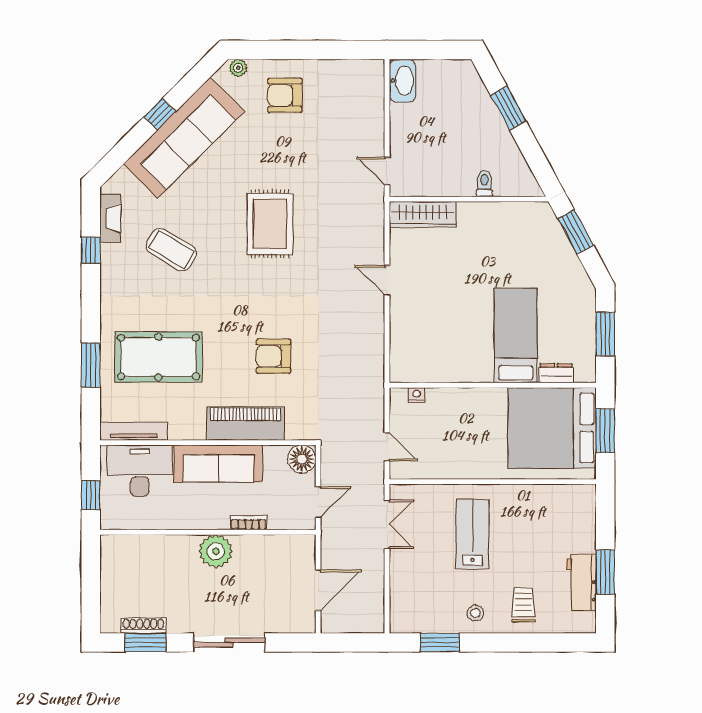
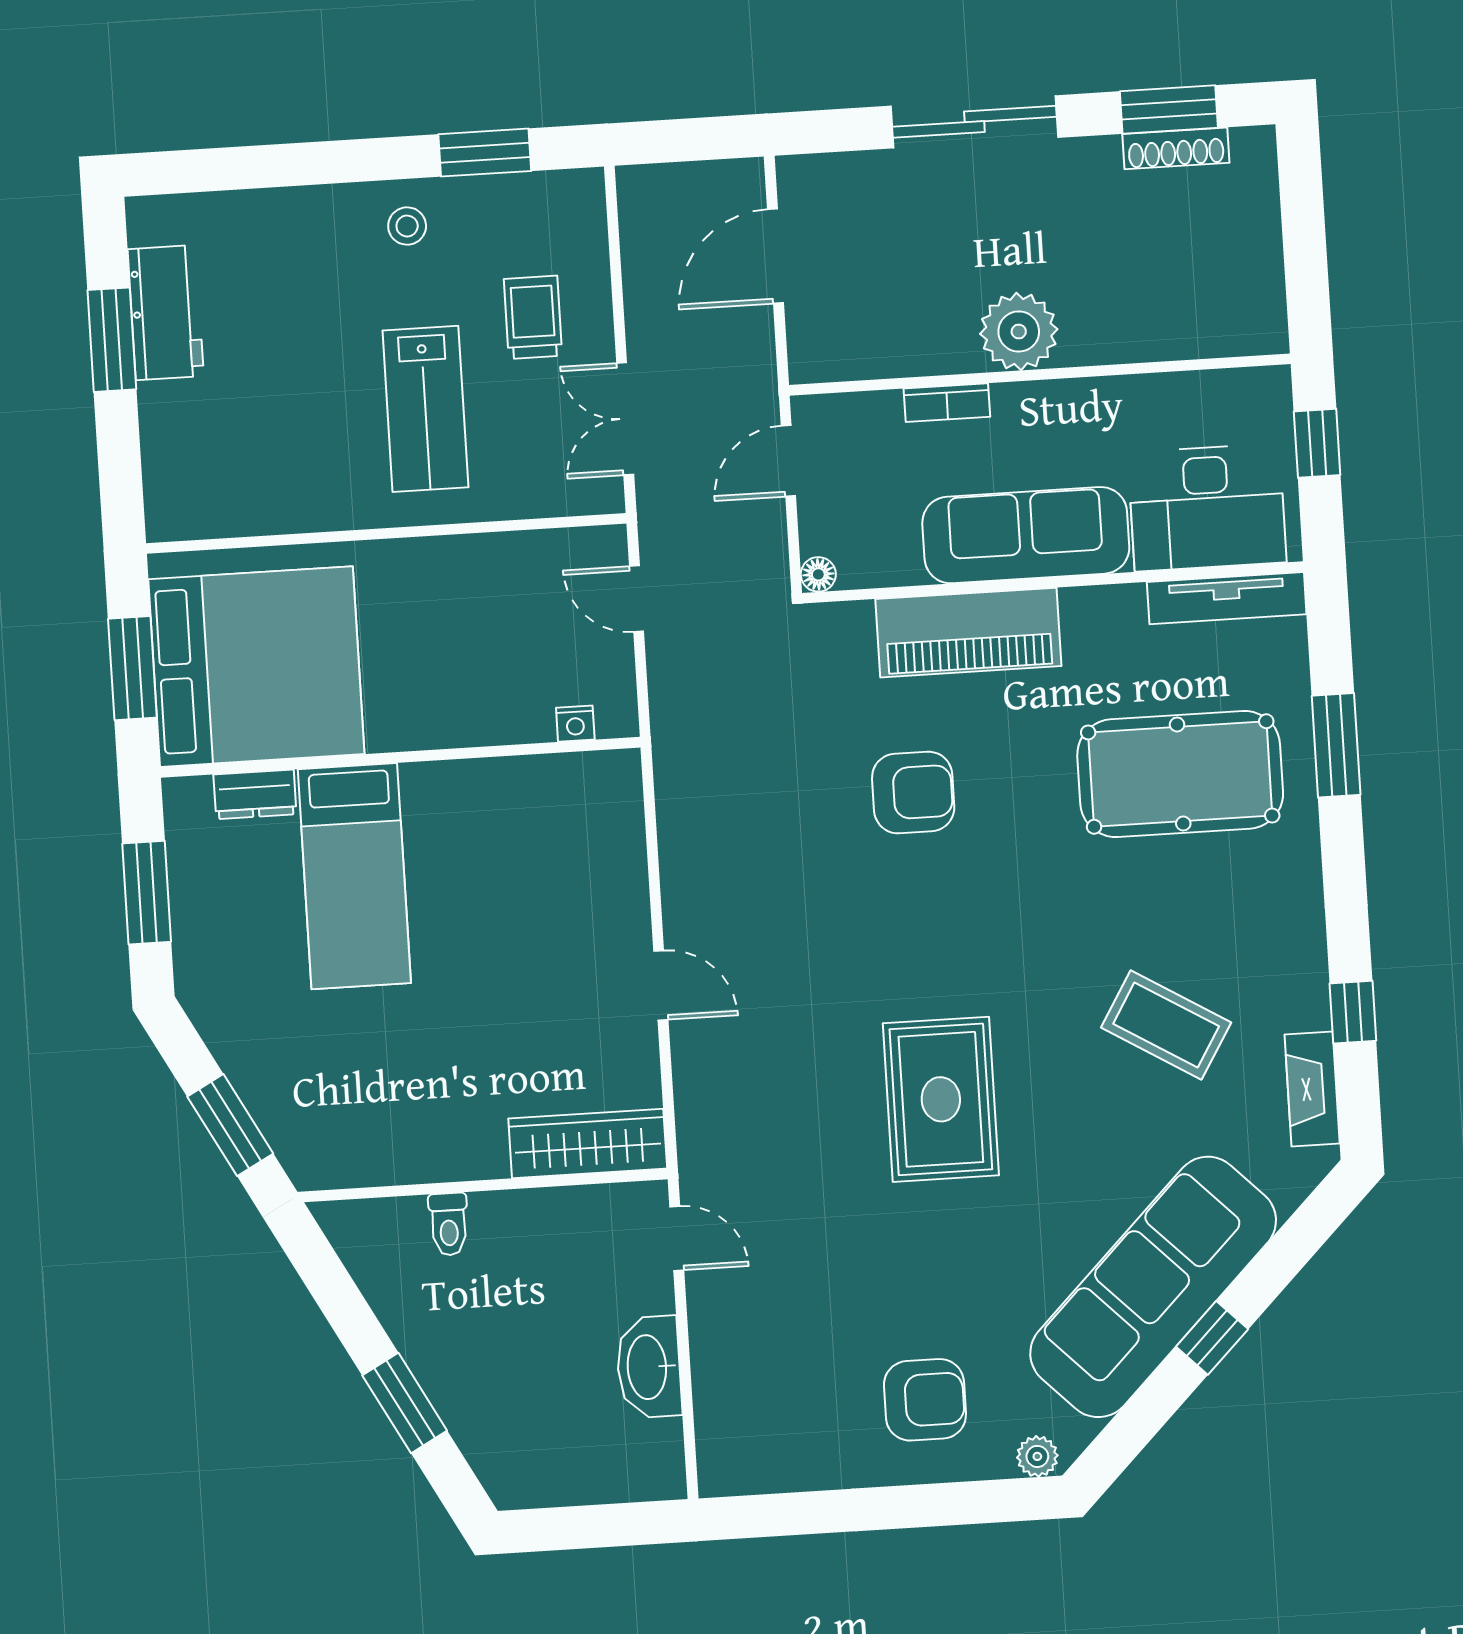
washbasin: (403, 81) -> (649, 1367), moved
floor lamp: (302, 459) -> (818, 574), width x0.53, depth x0.53
trolley: (523, 605) -> (533, 317), moved, turned 180

